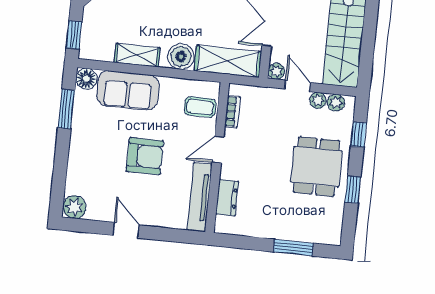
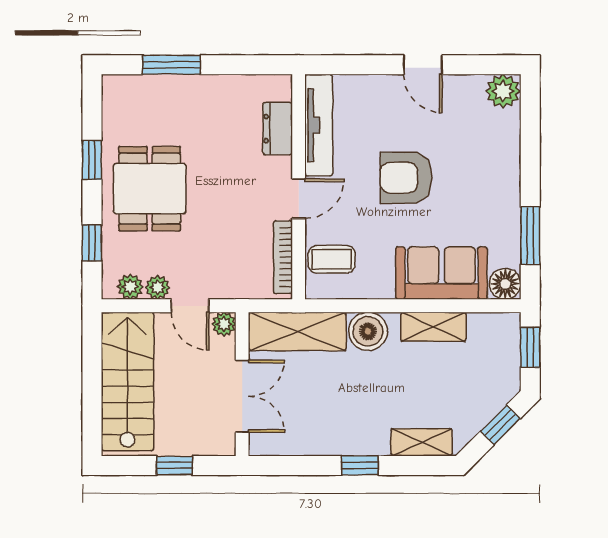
bookcase: (232, 112) -> (283, 257), width x1.56

